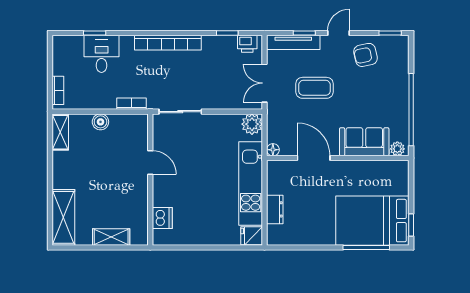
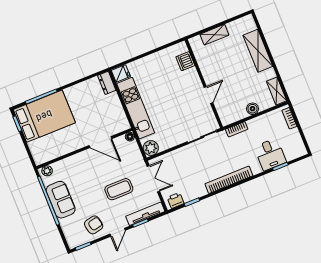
sofa: (364, 142) -> (61, 200), moved, turned -90
door: (150, 162) -> (208, 95), swing flipped
dresser: (275, 209) -> (107, 83), moved
shelving: (63, 217) -> (258, 51), moved

